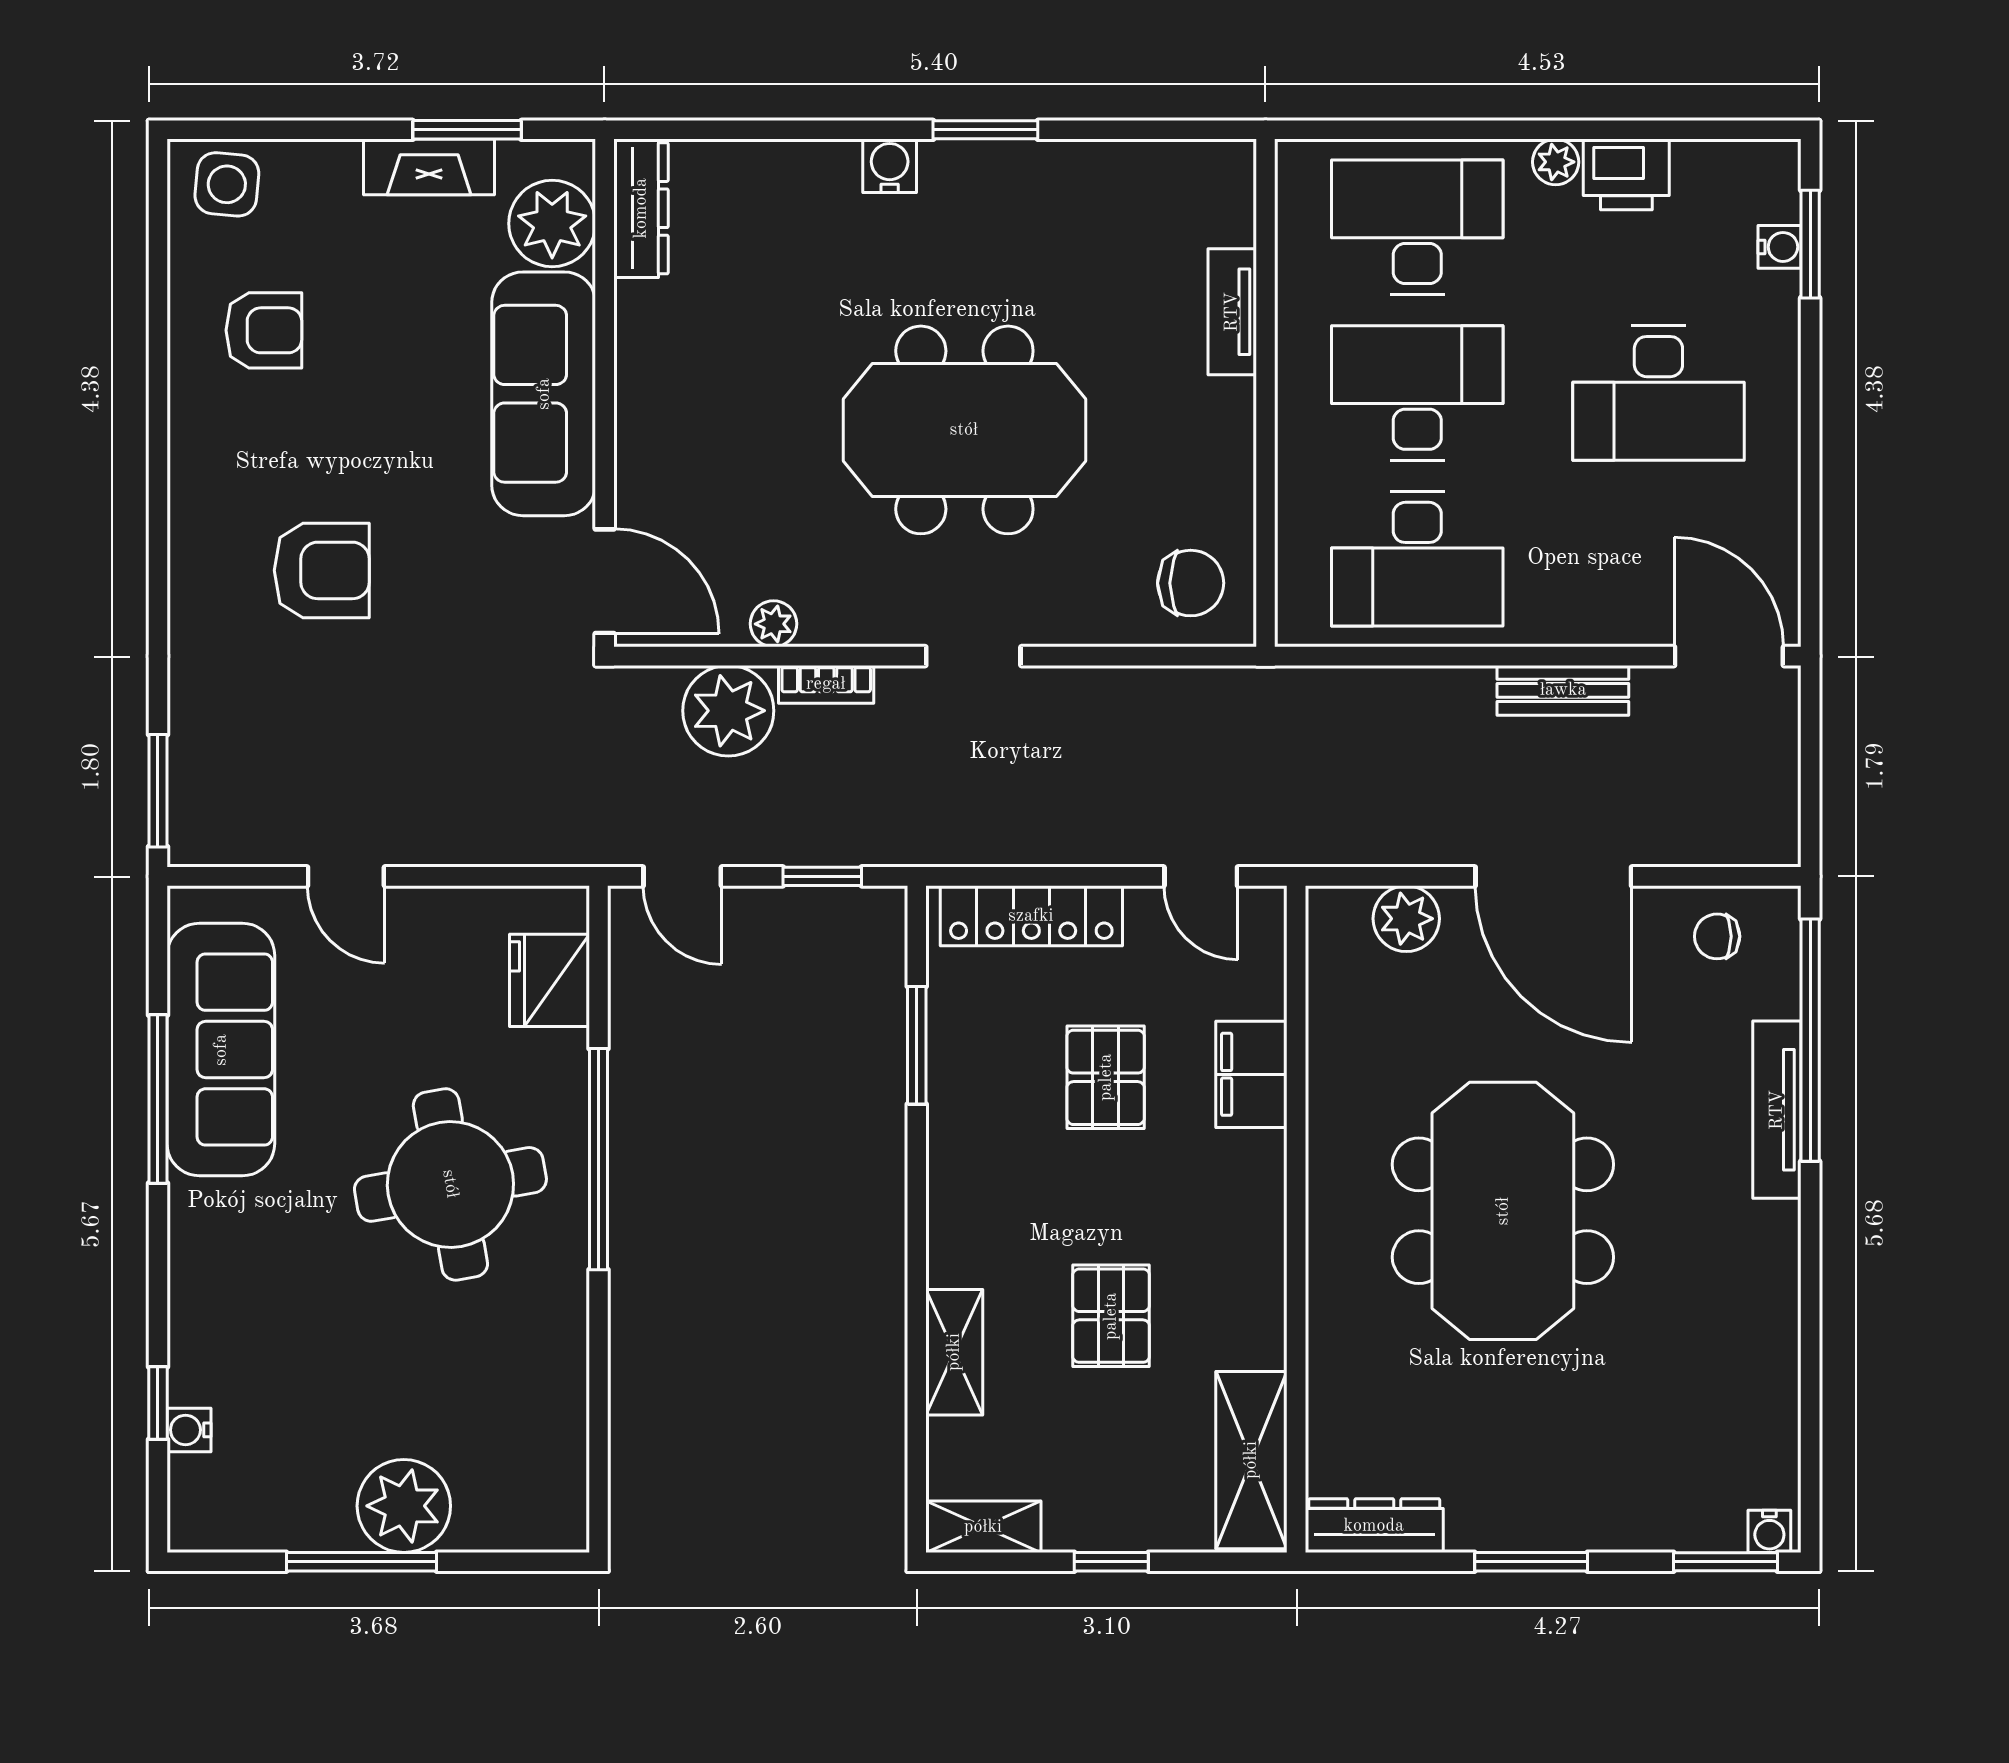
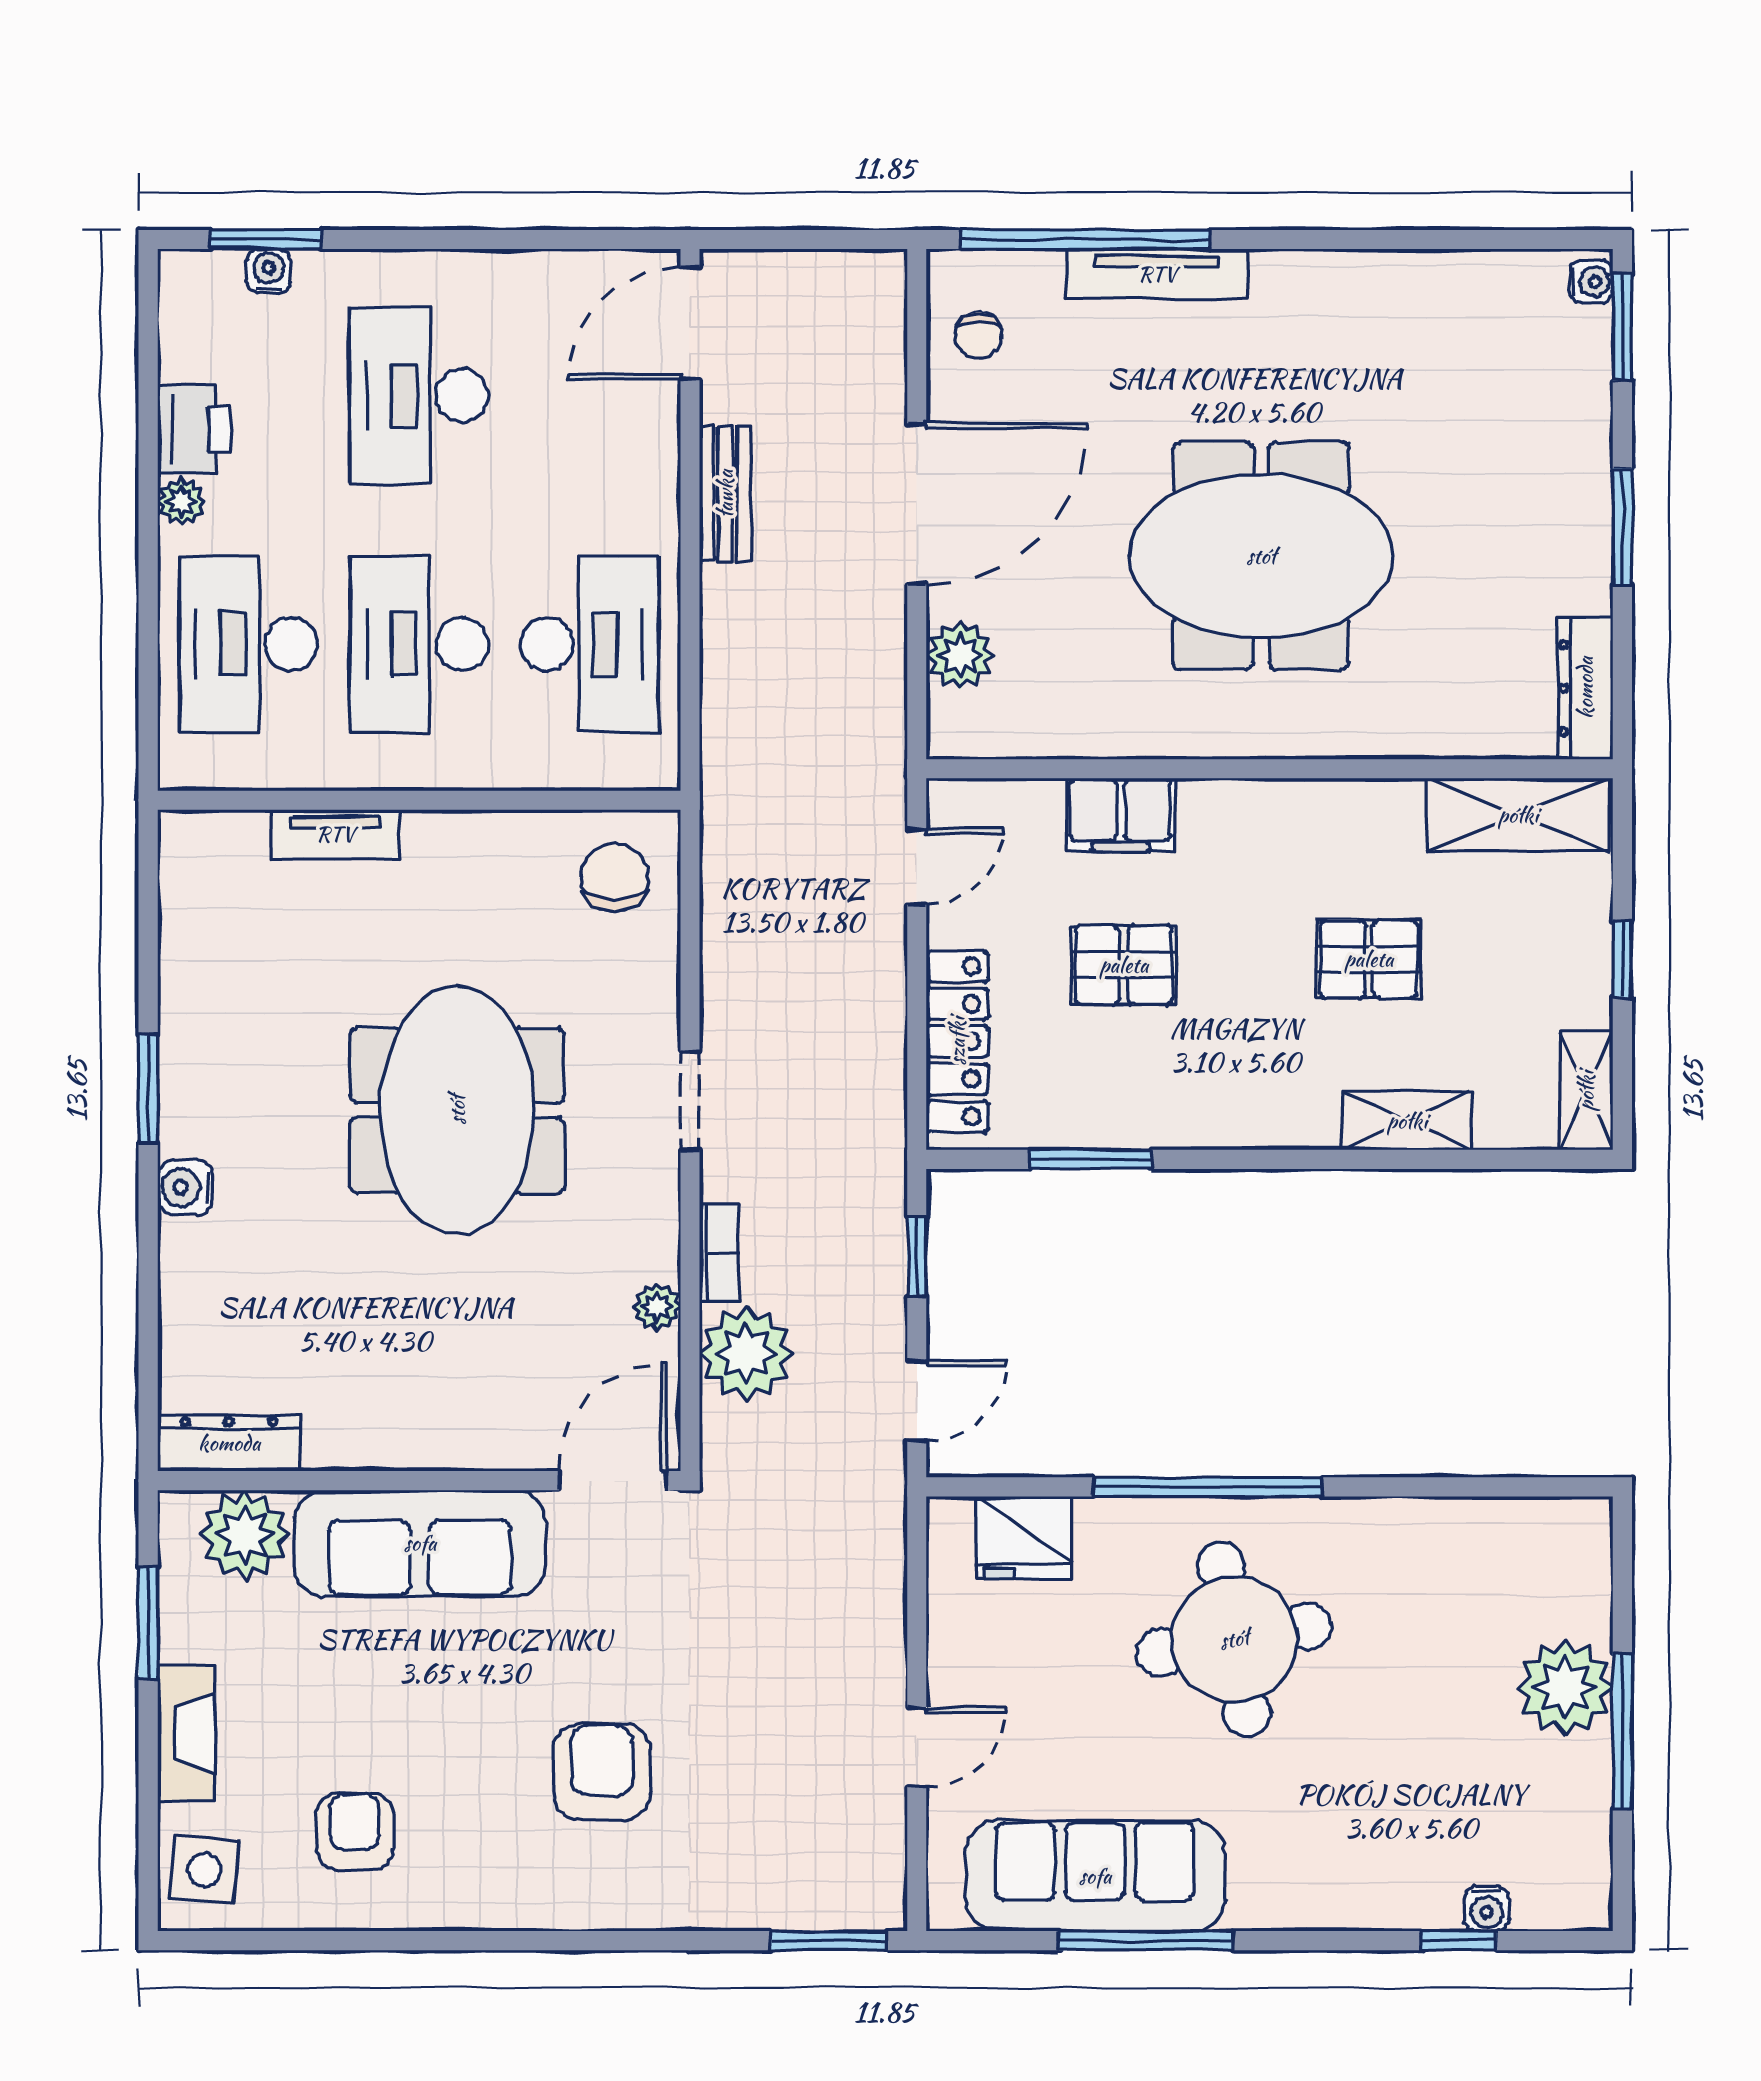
fireplace: (429, 167) -> (186, 1733), moved
desk: (1658, 393) -> (419, 396), turned 180

